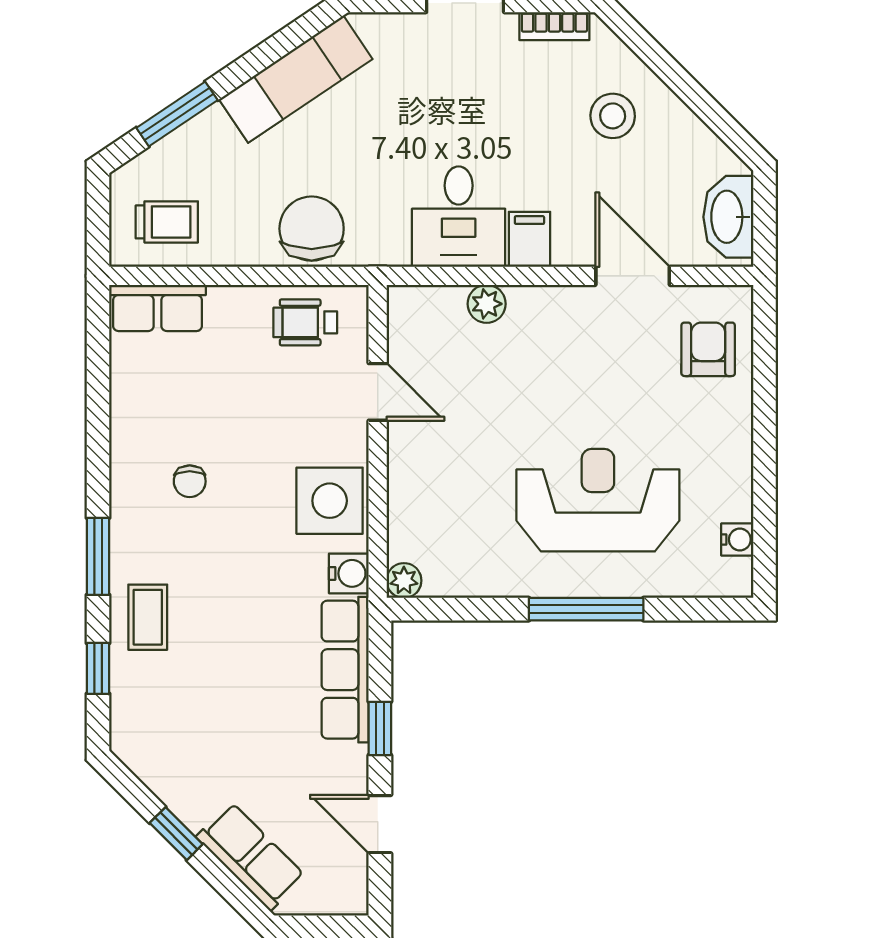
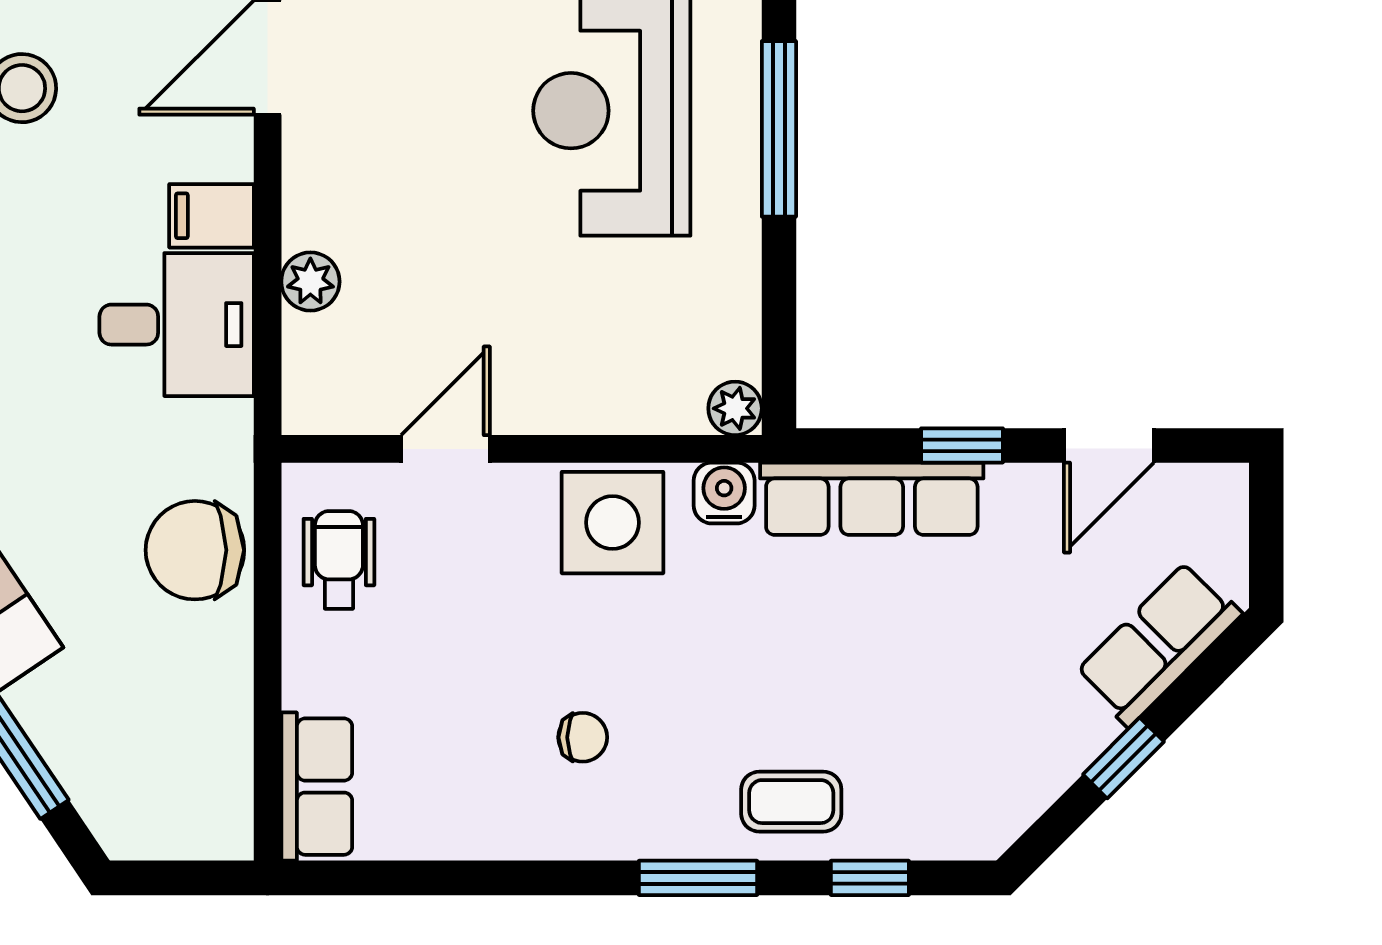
trolley: (167, 222) -> (185, 772), removed
wheelchair: (305, 322) -> (339, 560), turned 180

